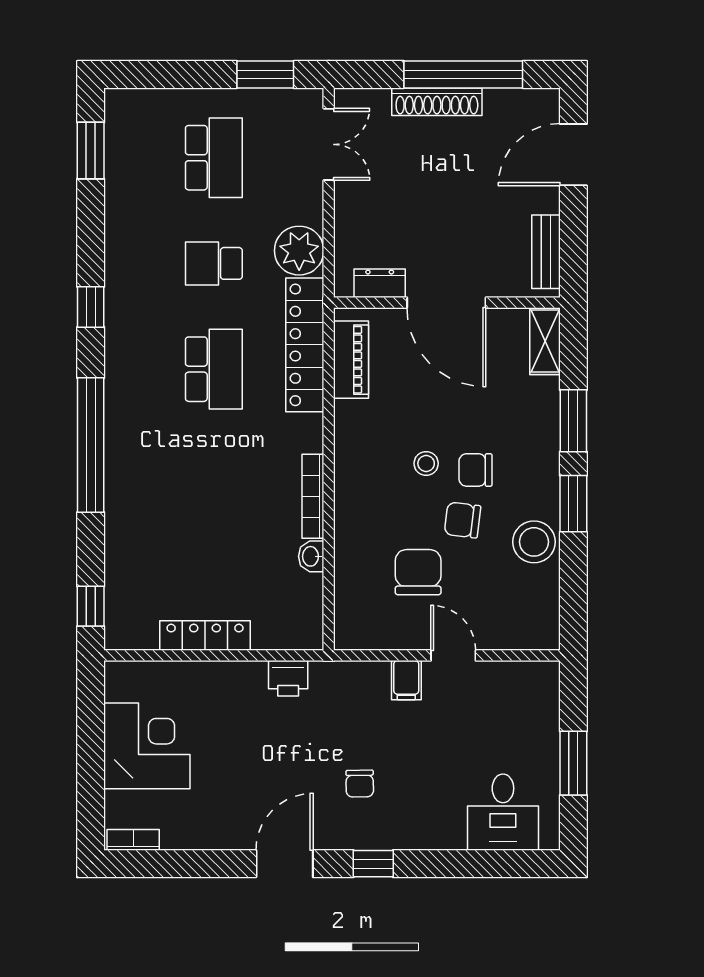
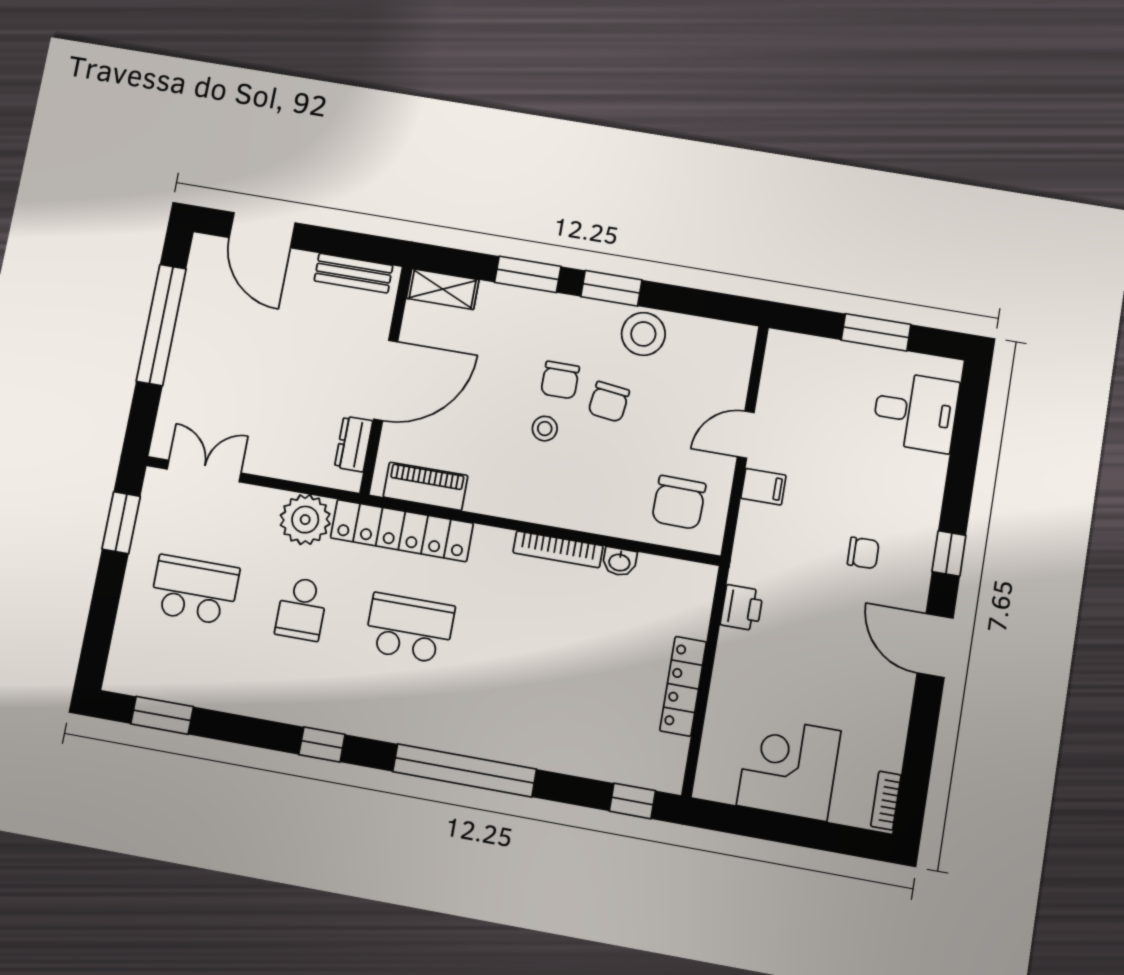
shoe rack: (437, 102) -> (183, 356), removed
chair: (418, 572) -> (679, 502), moved, turned -89

